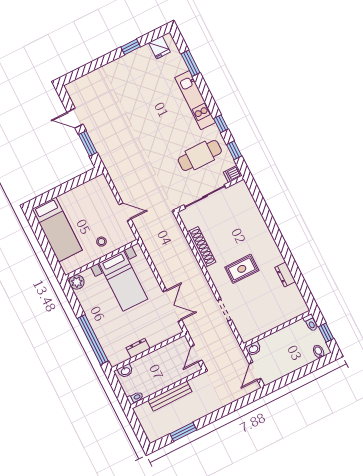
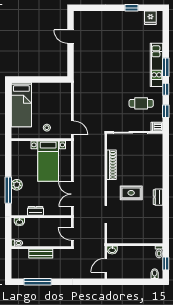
window: (190, 63) -> (166, 67), moved
window: (88, 143) -> (71, 58), removed
cafe table: (200, 155) -> (141, 103), width x0.73, depth x0.74
door: (125, 212) -> (72, 128), moved
dresser: (285, 274) -> (158, 197), moved
plant: (77, 282) -> (17, 185), moved
double door: (172, 306) -> (72, 194), swing flipped
window: (93, 340) -> (8, 190), width x0.68
door: (196, 354) -> (72, 234), hinge flipped
bench: (170, 396) -> (41, 253), width x0.73
window: (183, 432) -> (38, 282), width x1.44

